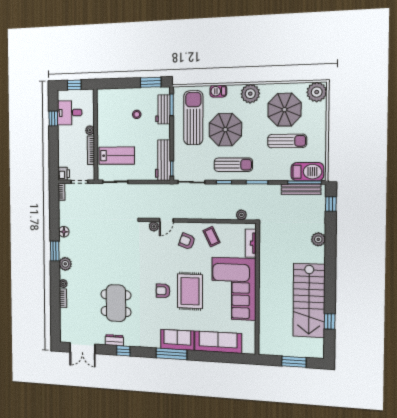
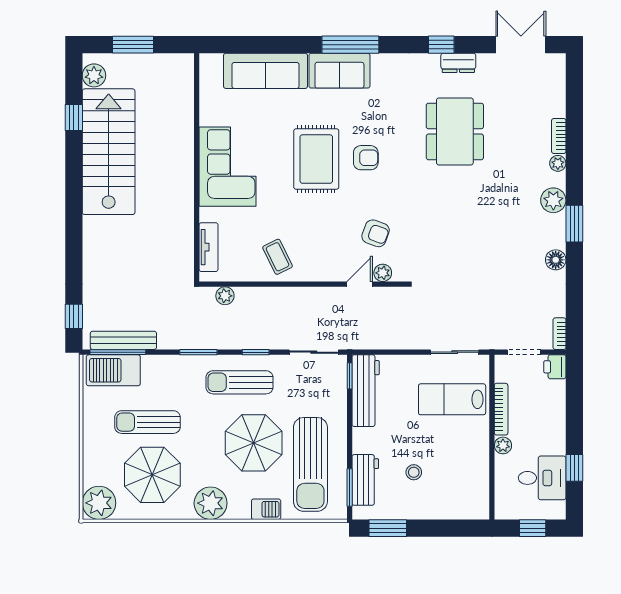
plant: (318, 239) -> (94, 75), moved
armchair: (187, 241) -> (376, 233), moved
corner sofa: (234, 289) -> (228, 167), width x0.73, depth x0.74

